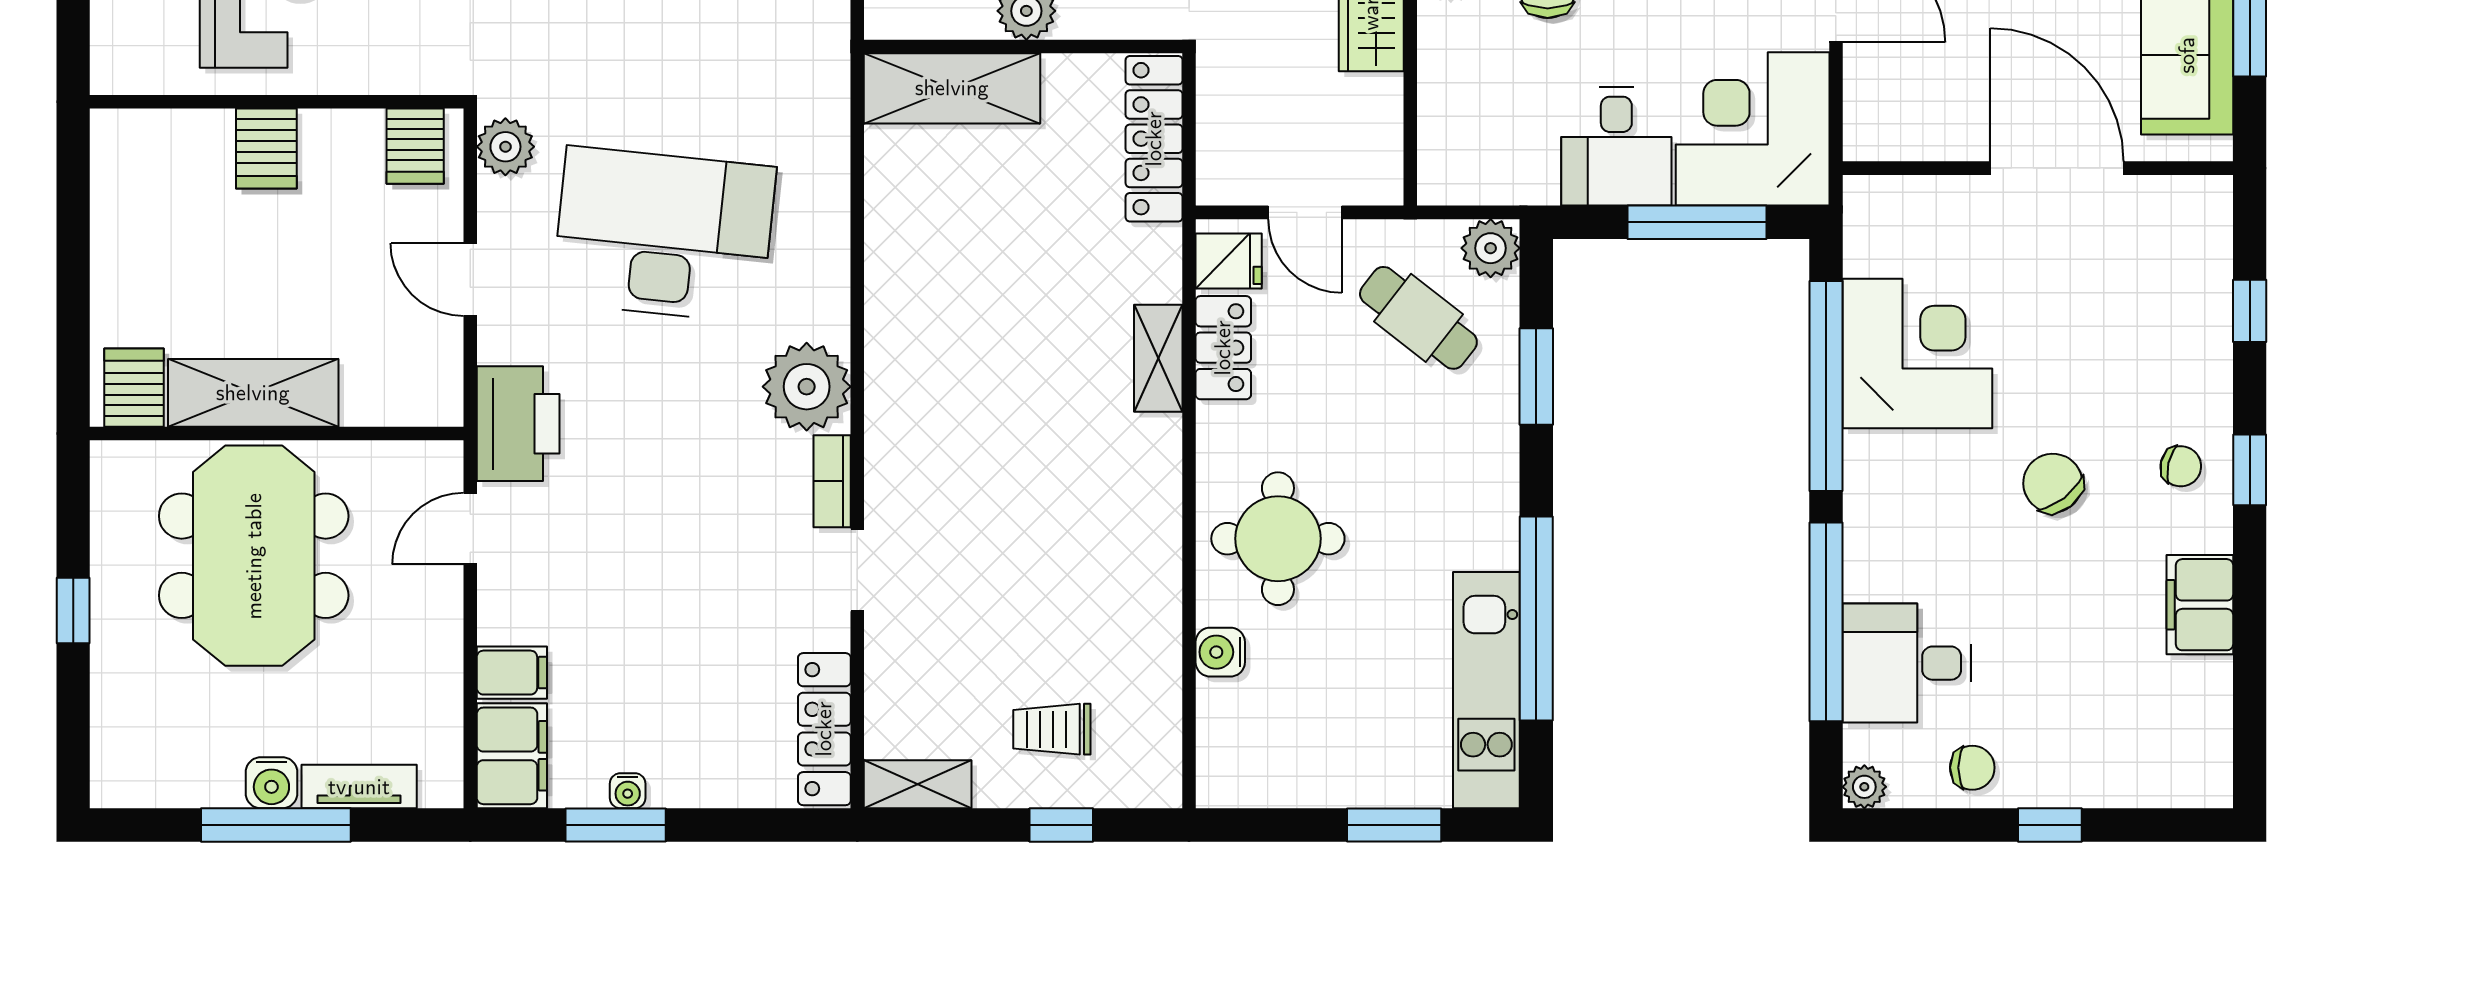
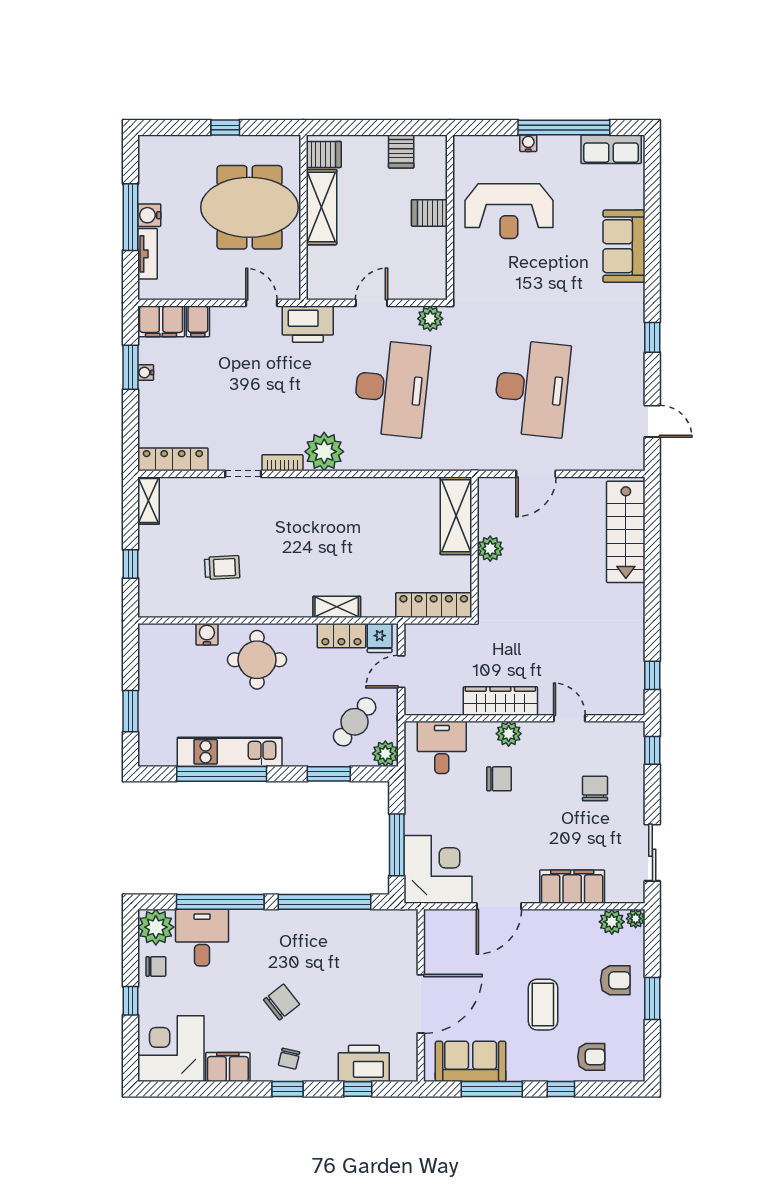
server rack: (415, 146) -> (401, 152), moved, turned -90
desk: (1616, 146) -> (442, 747), moved, turned 90
printer: (2192, 297) -> (364, 1063), added
corner desk: (1917, 354) -> (171, 1049), moved, turned 180
kitchen unit: (1486, 690) -> (230, 752), moved
trolley: (1052, 729) -> (222, 568), moved, turned 87
chair: (1972, 768) -> (156, 966), turned -90
plant: (1864, 787) -> (156, 927), width x1.88, depth x1.88

